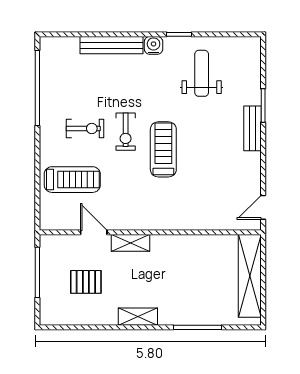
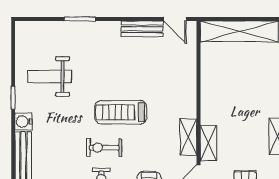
bench: (252, 128) -> (142, 29), moved
exercise bike: (126, 132) -> (104, 148), turned 180
shelving: (137, 222) -> (188, 137), added

